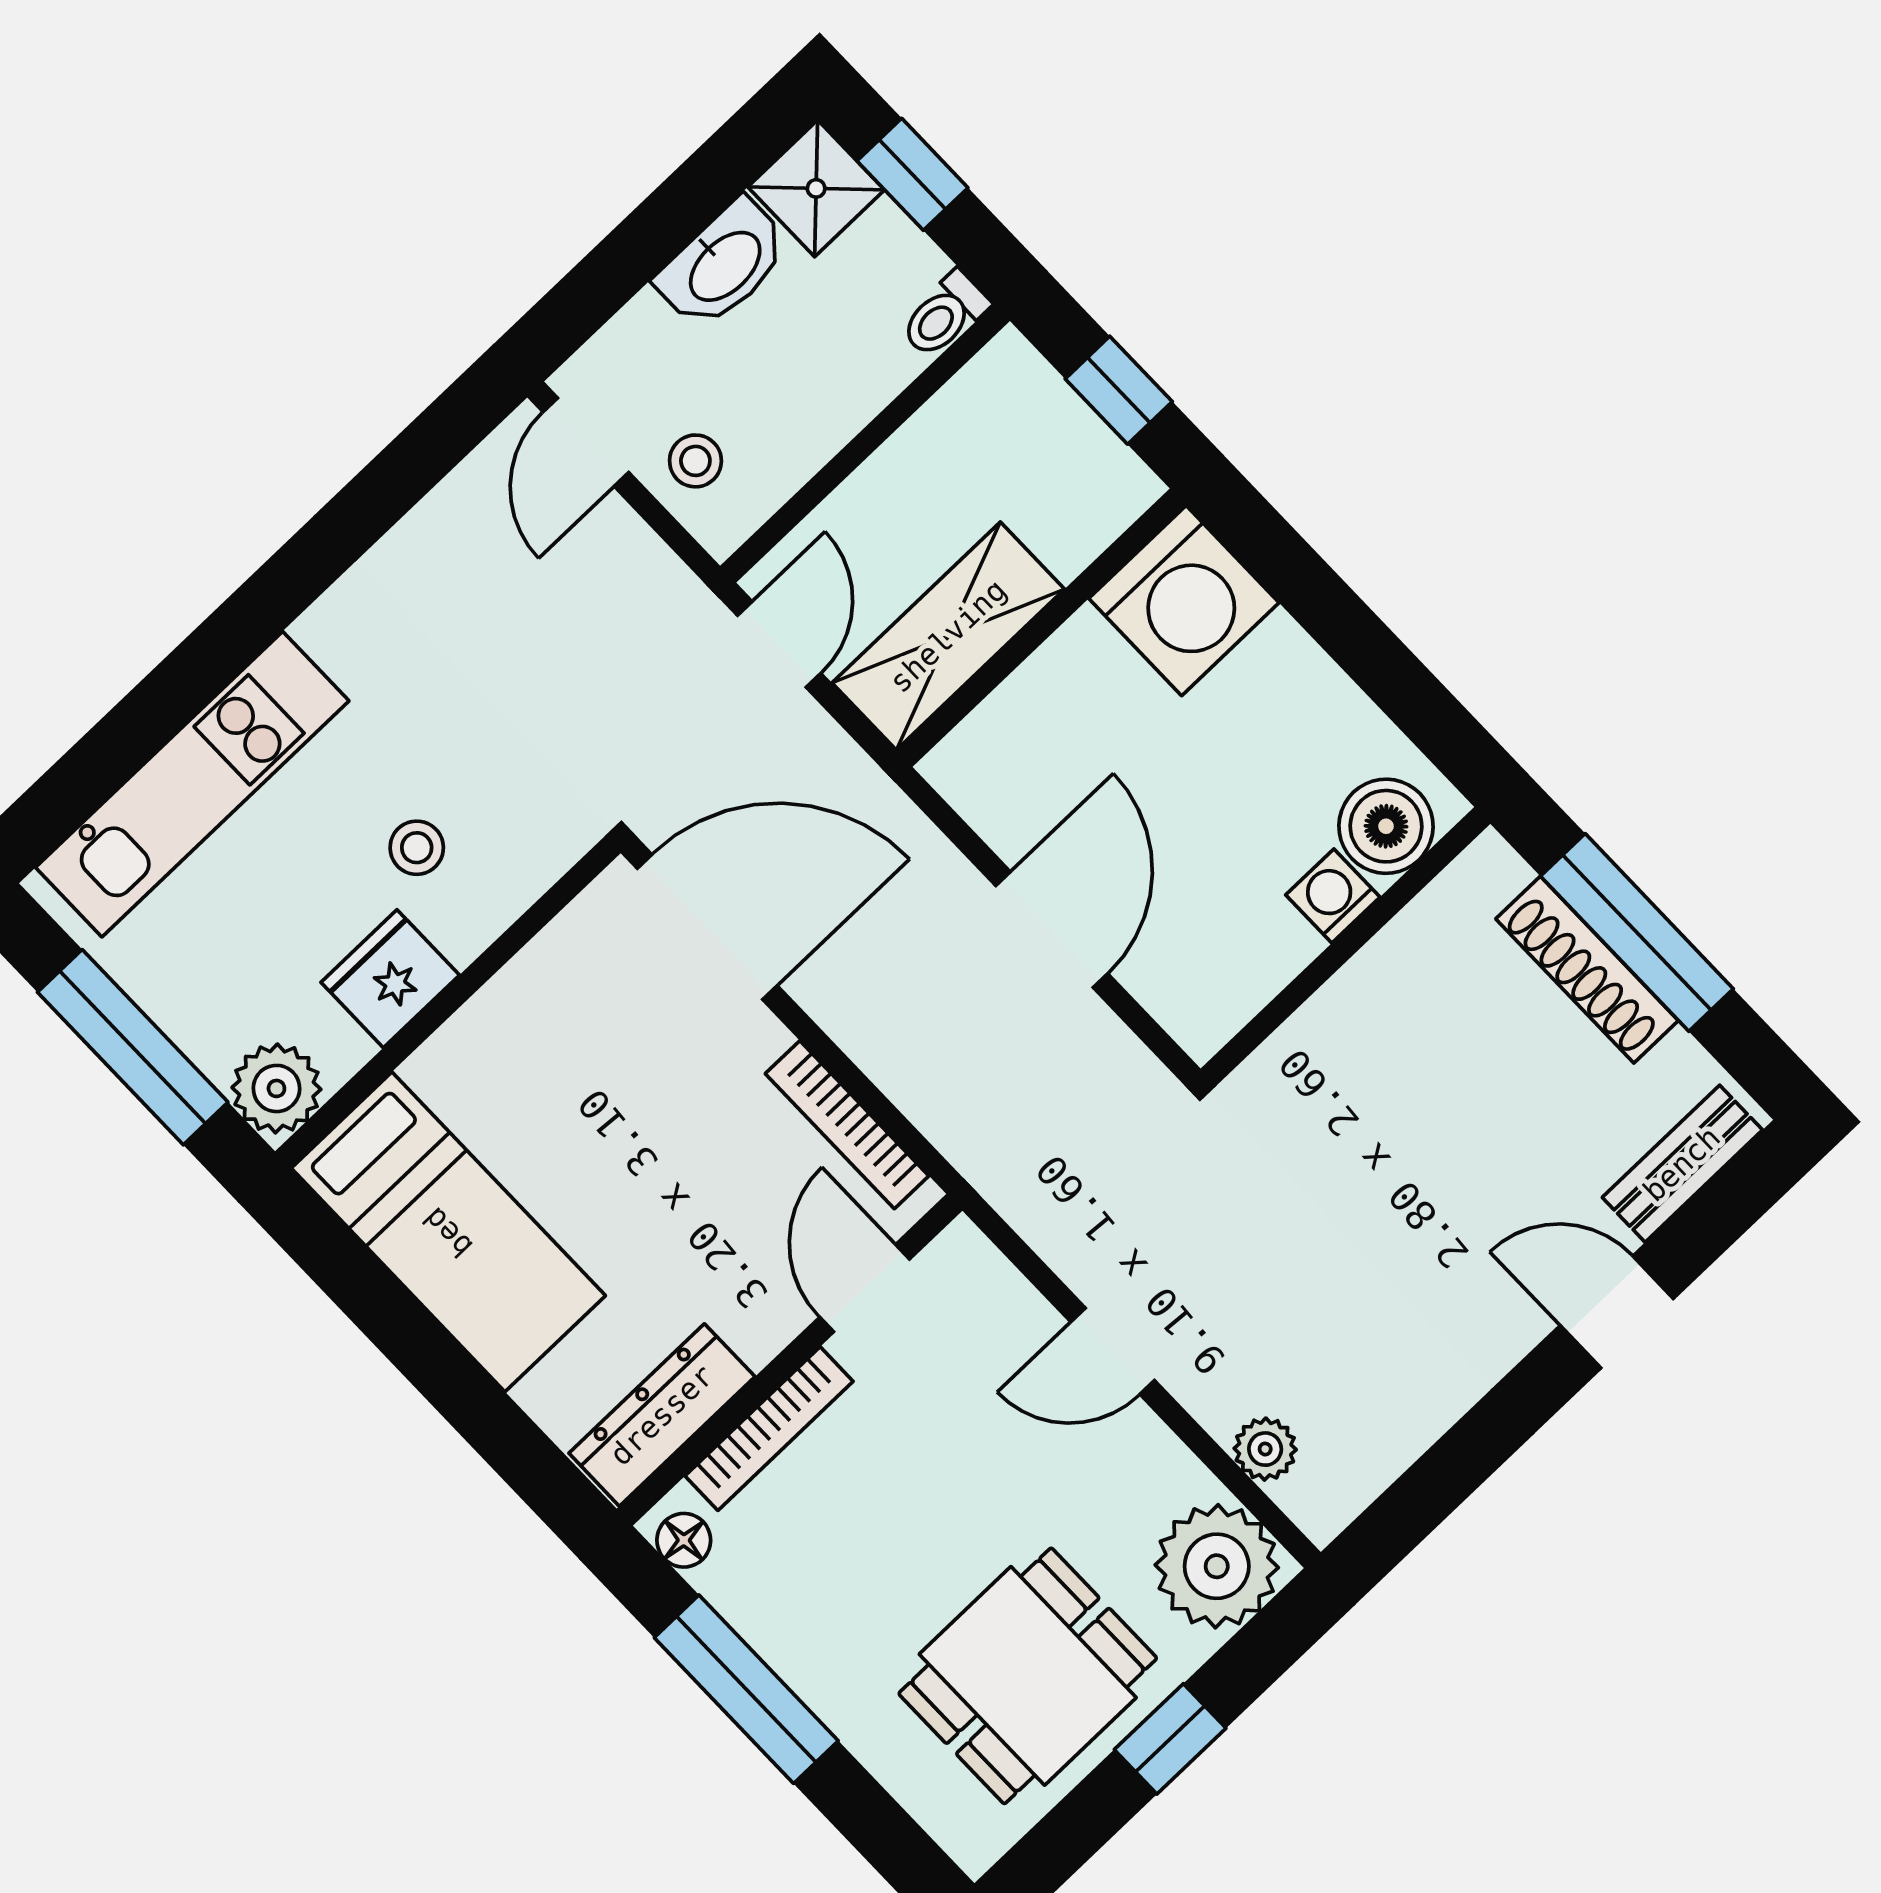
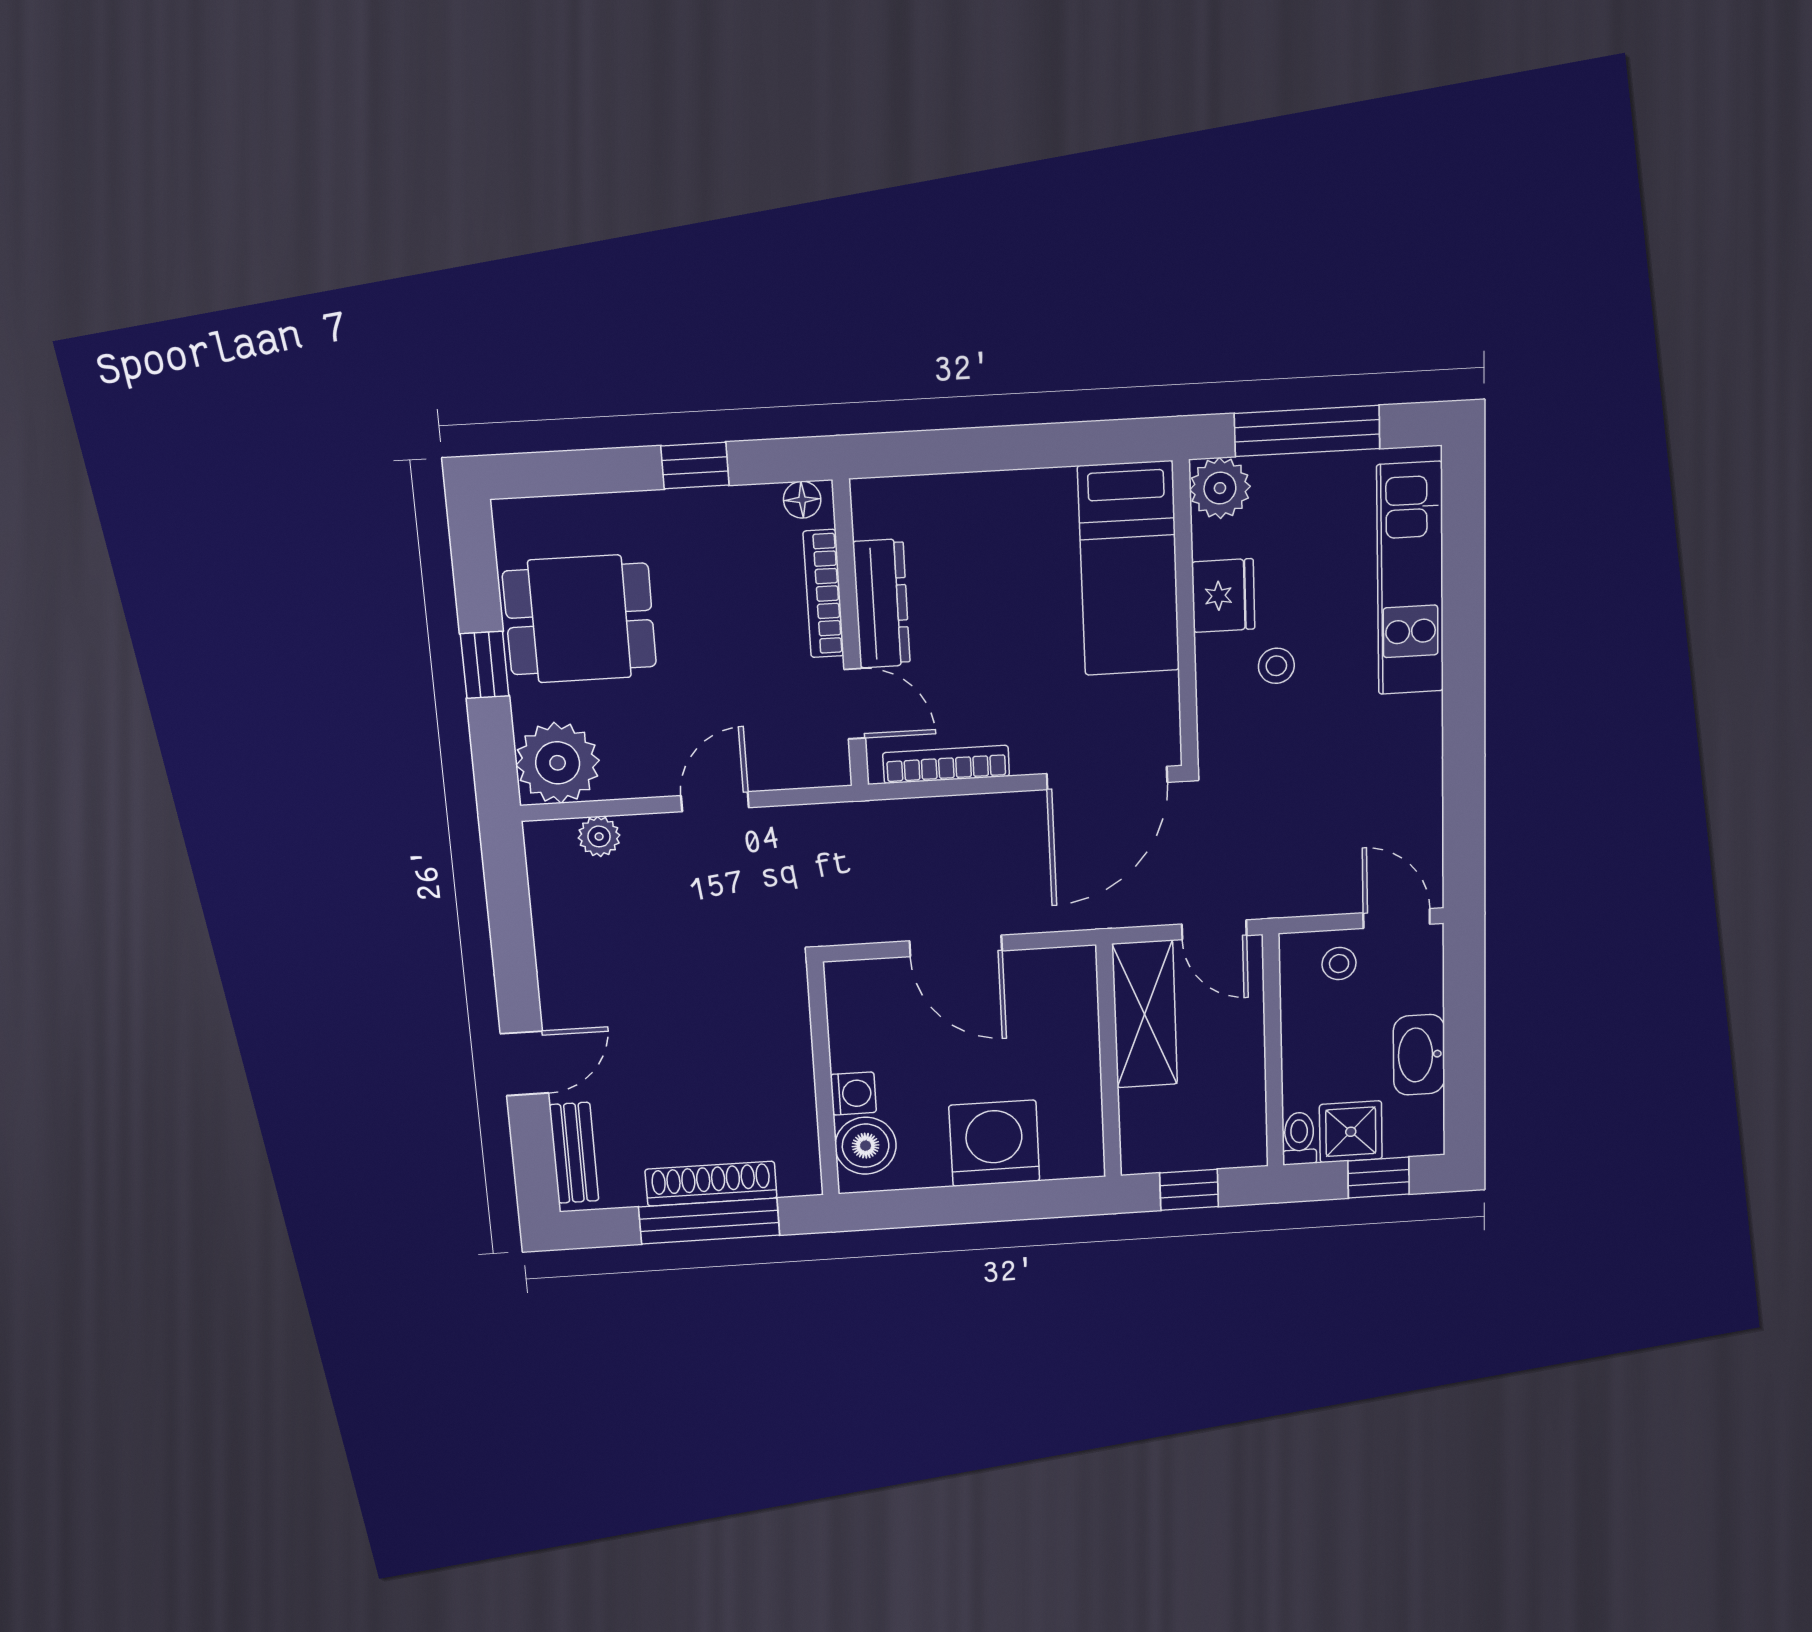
shower: (816, 188) -> (1351, 1132), moved
washing machine: (1184, 601) -> (994, 1143), moved, turned 90
bed: (448, 1232) -> (1129, 569), moved, turned -90
dresser: (662, 1415) -> (881, 604), moved
dining table: (1028, 1676) -> (580, 619), turned 90
window: (746, 1689) -> (695, 466), width x0.46

